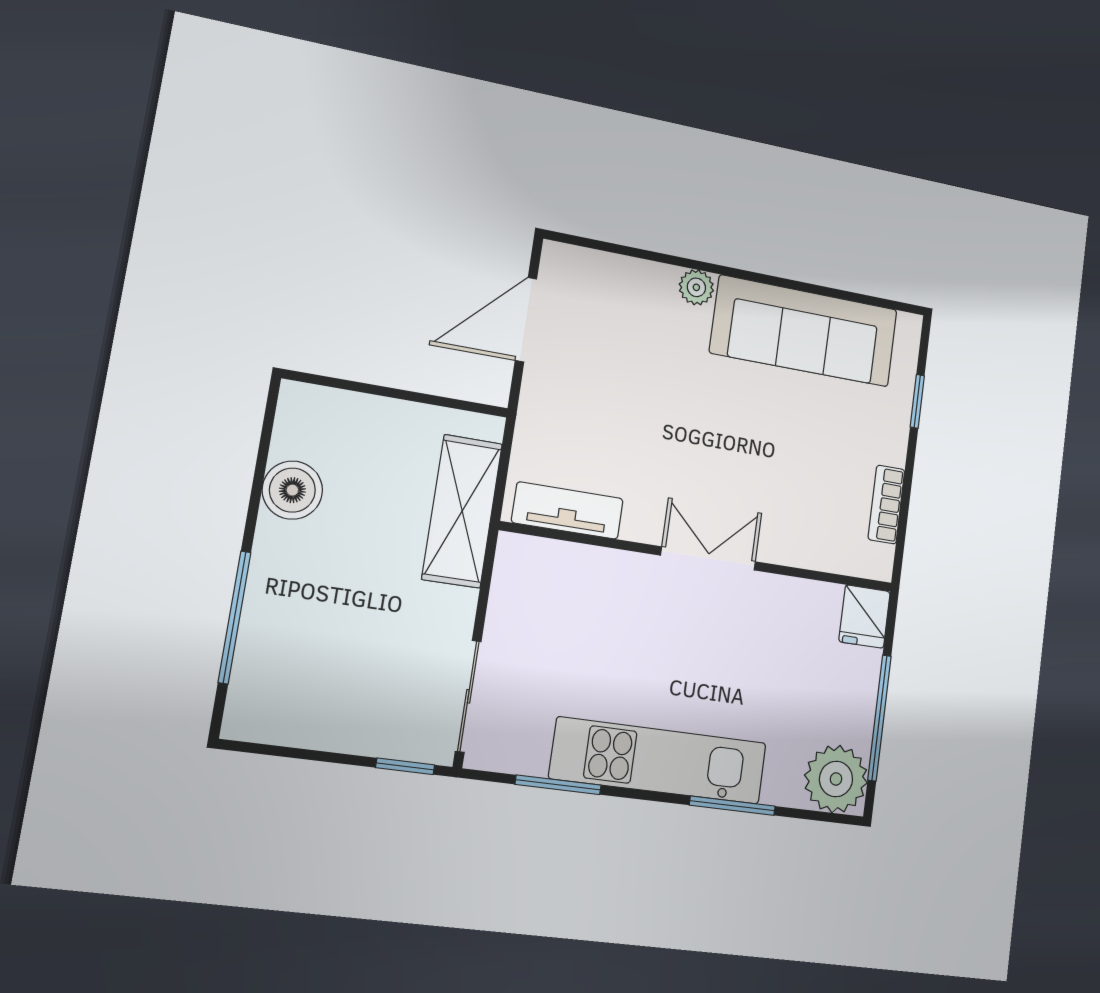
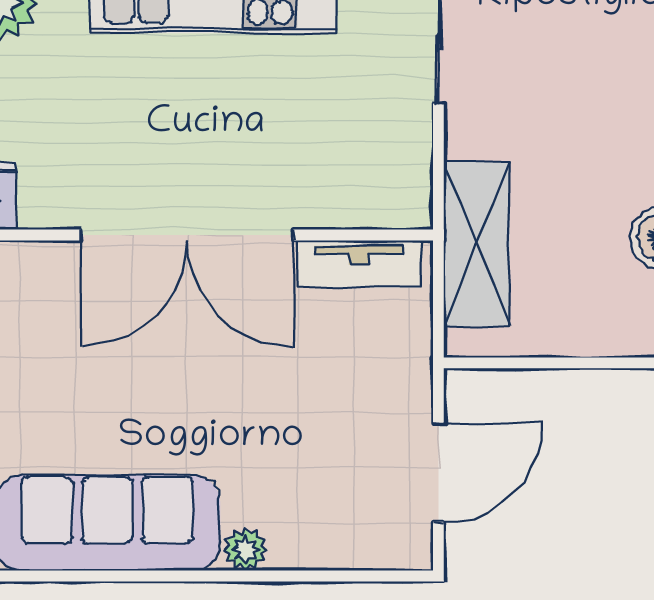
double door: (708, 558) -> (187, 235), width x1.87

